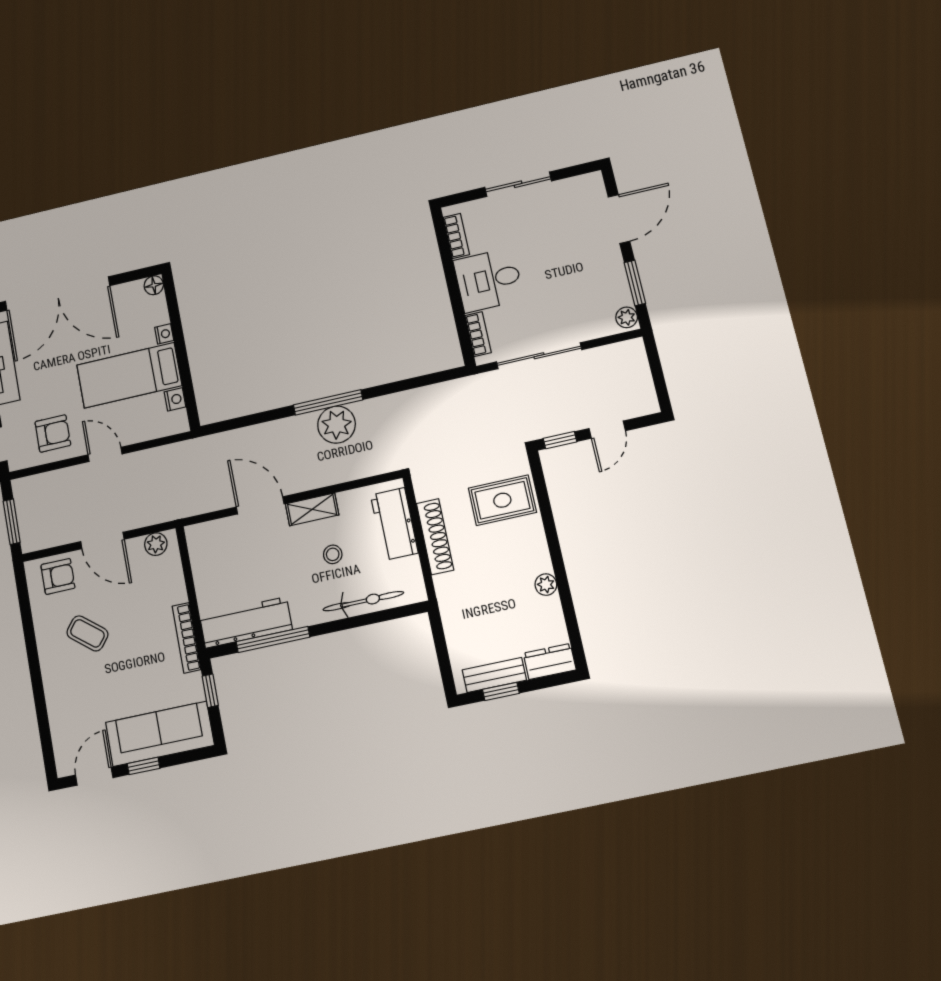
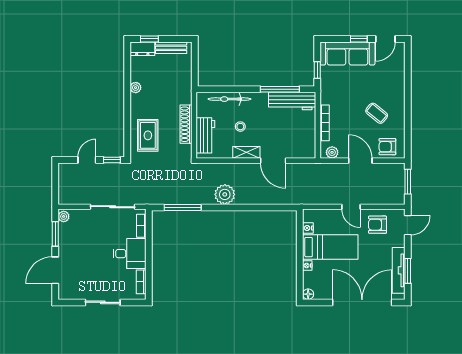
window: (328, 402) -> (183, 207), moved
rug: (502, 500) -> (148, 135), turned 90
bookcase: (186, 638) -> (325, 123), moved
window: (501, 691) -> (149, 39), moved

